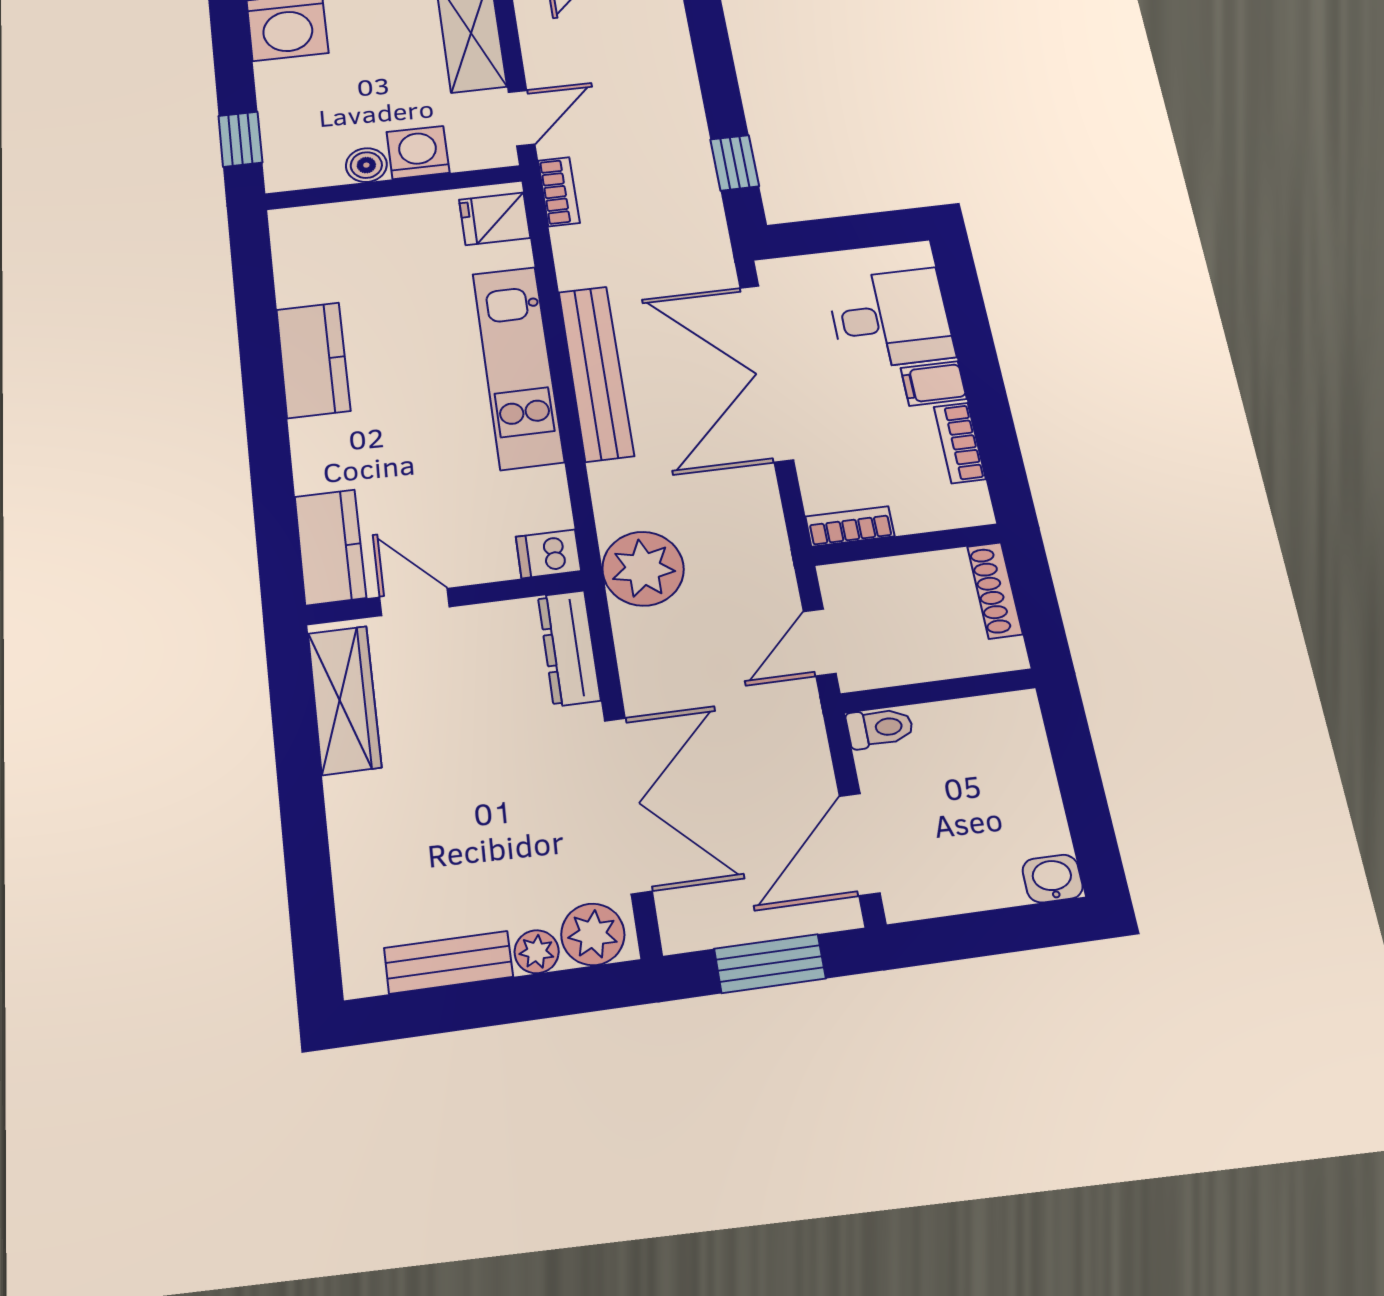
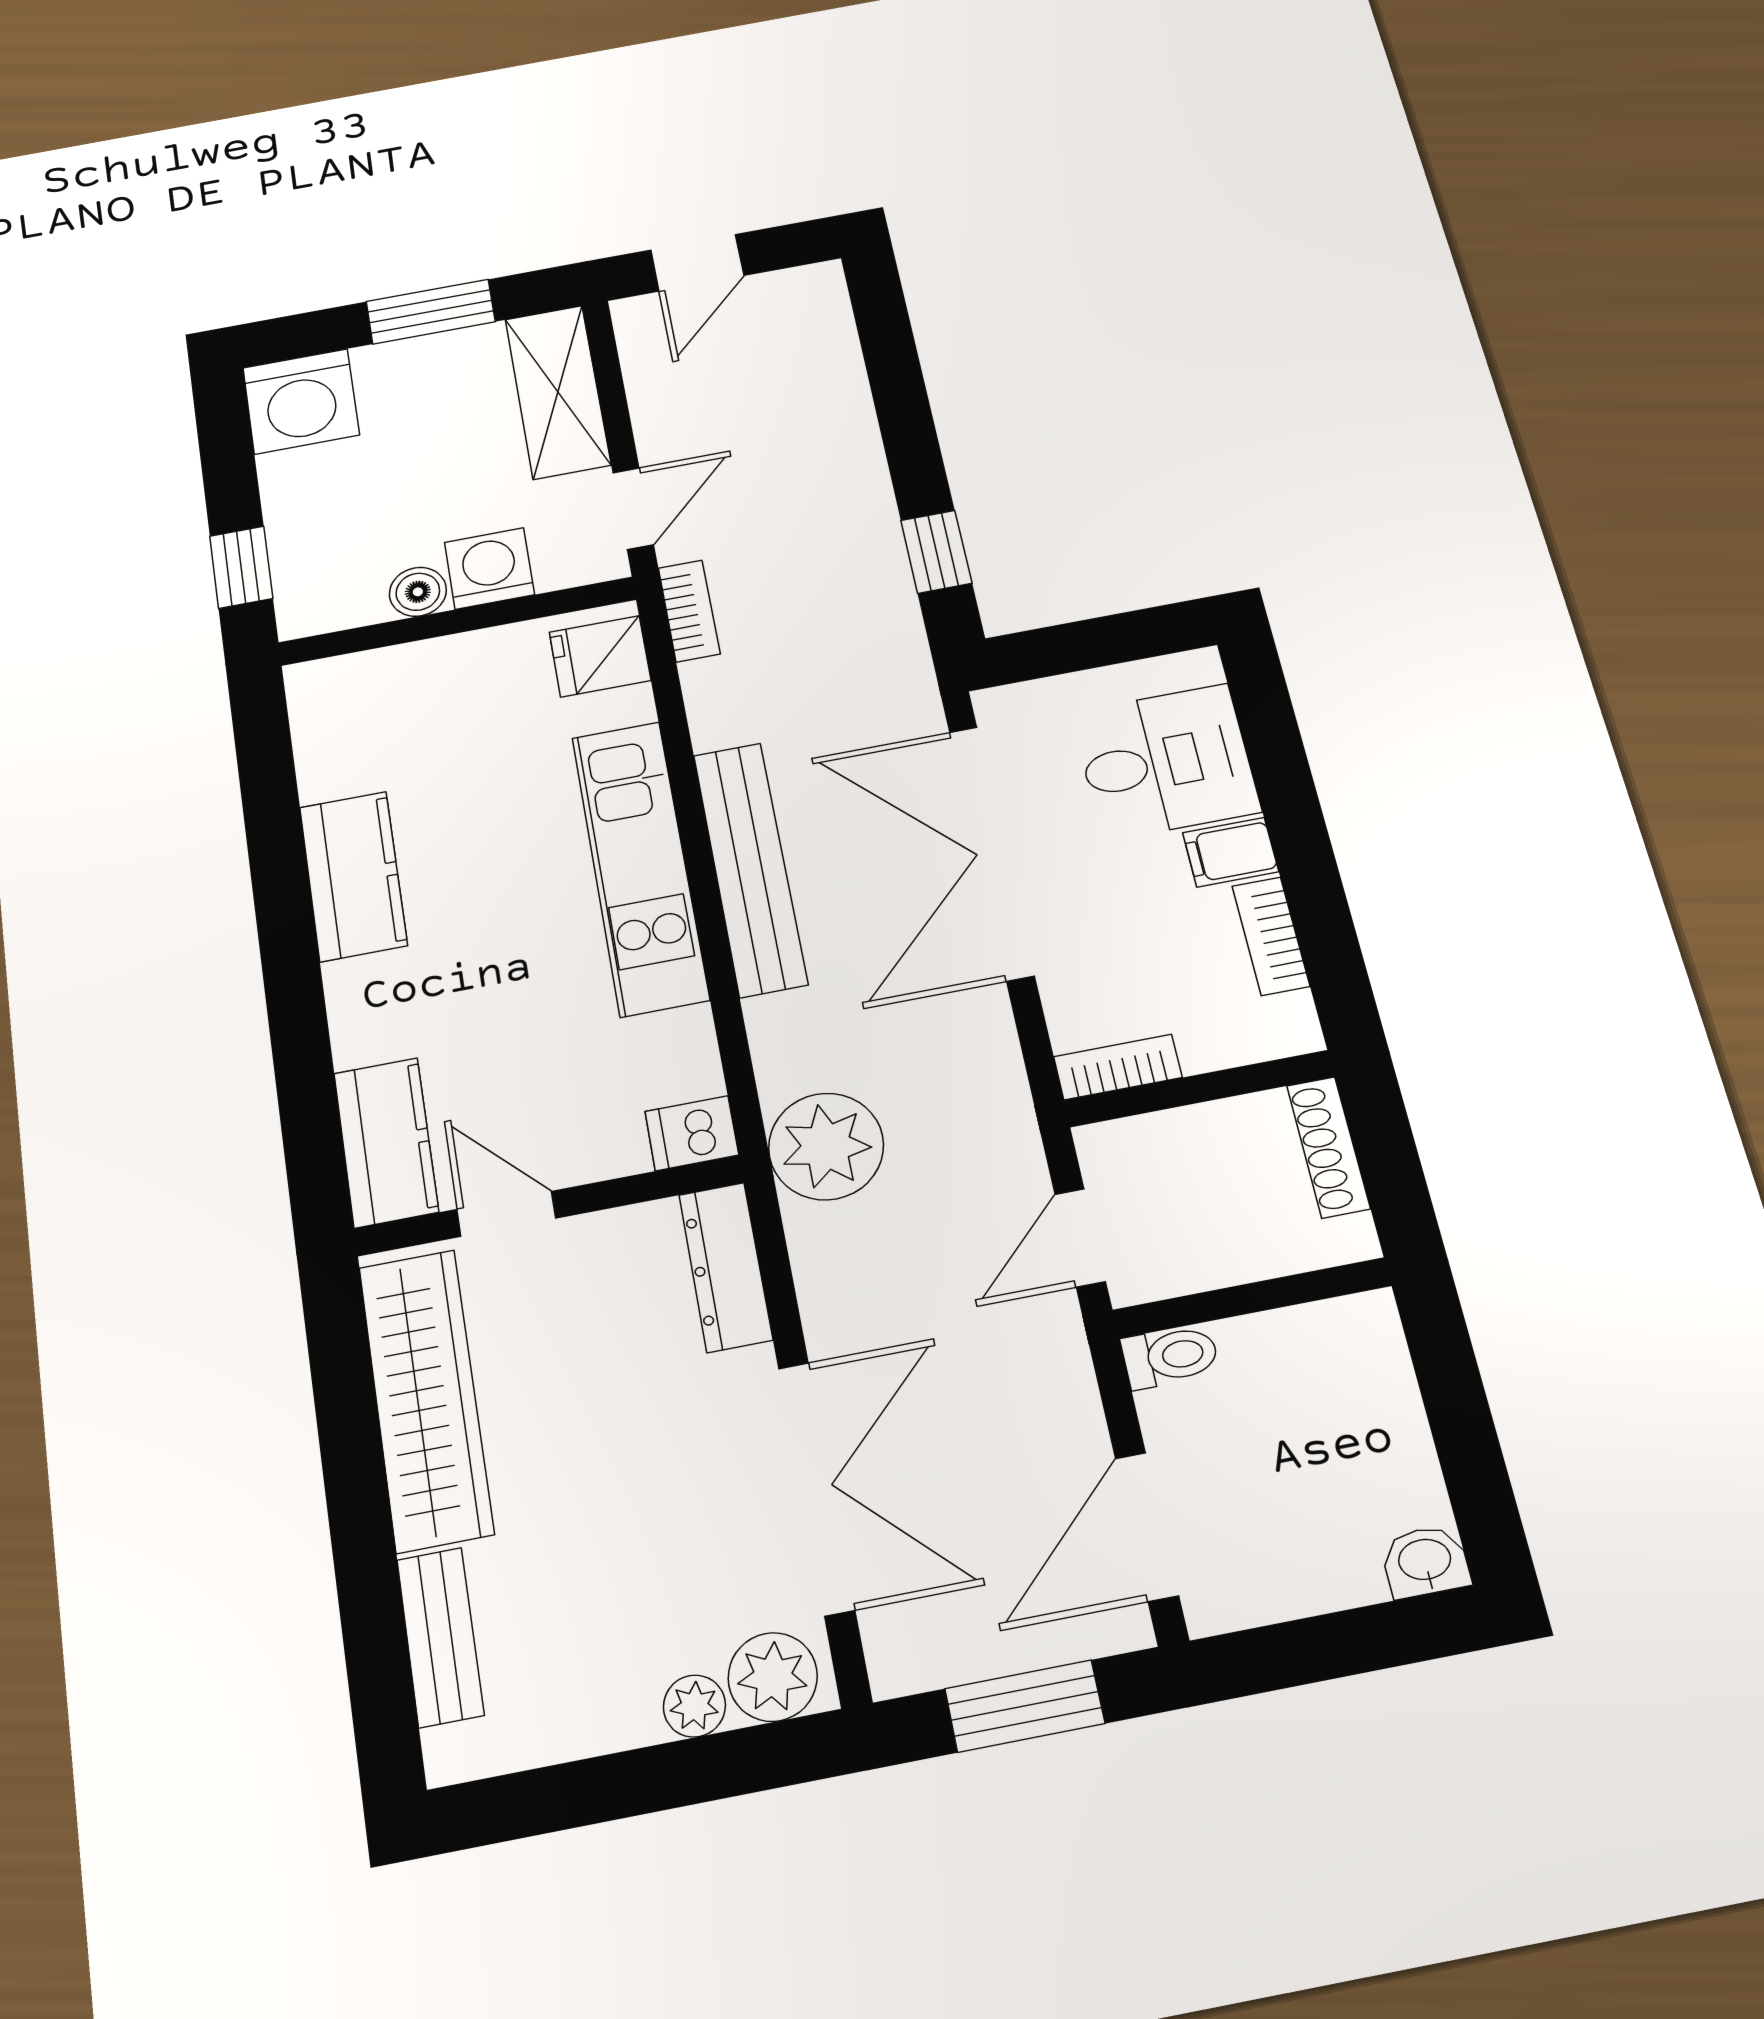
wardrobe: (344, 700) -> (426, 1399), width x1.40, depth x1.17
bench: (448, 962) -> (440, 1637), moved, turned 90

